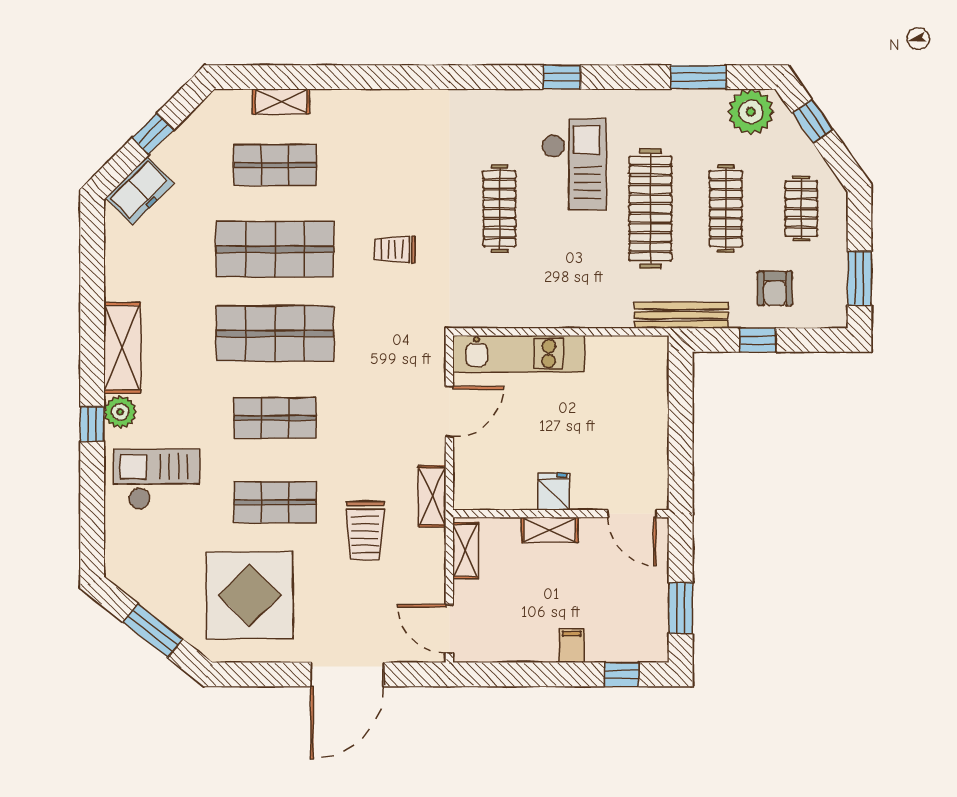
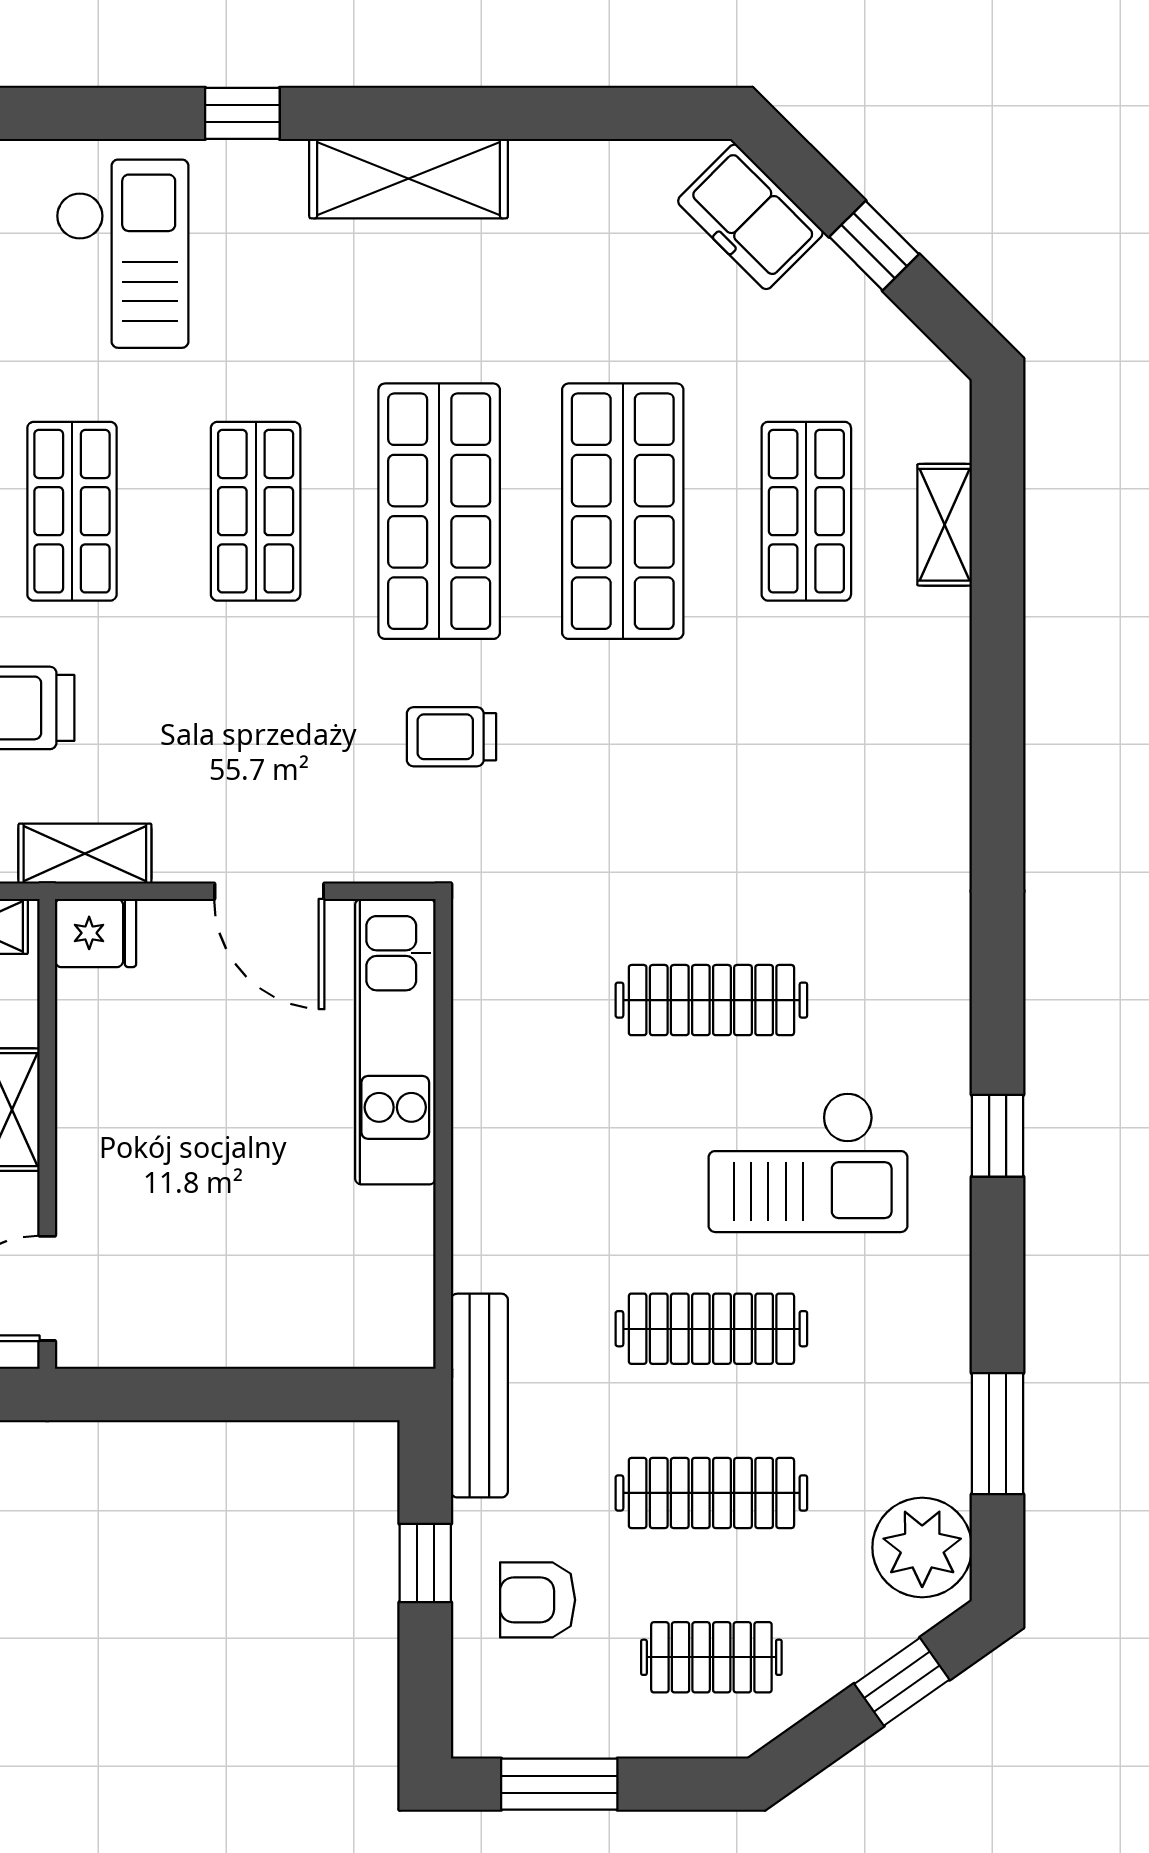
clothes rail: (650, 209) -> (711, 1329), width x0.73, depth x0.76
trolley: (395, 249) -> (451, 737), moved, turned -90
plant: (120, 412) -> (269, 174), removed
fridge: (554, 491) -> (96, 933), moved

